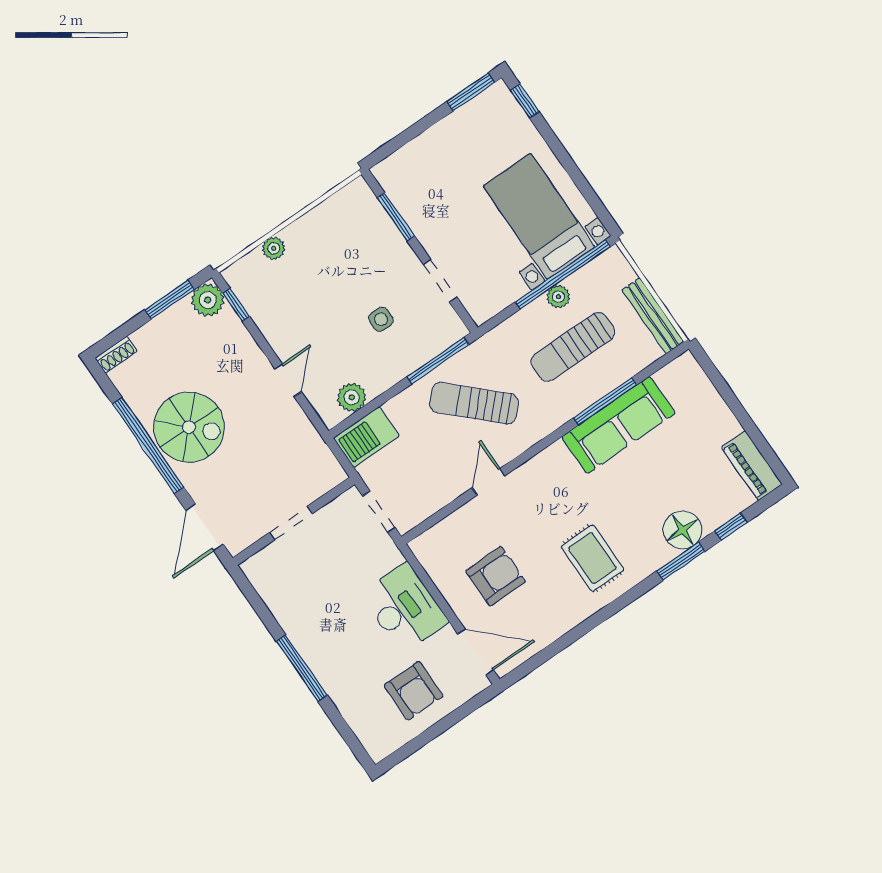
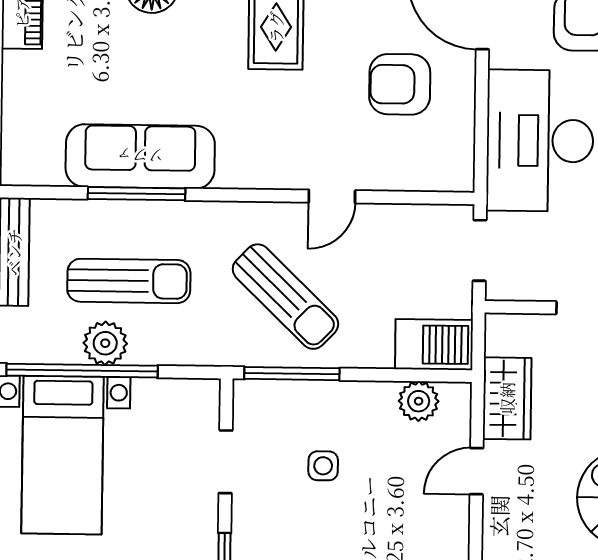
plant: (558, 297) -> (105, 343), width x1.38, depth x1.38
wardrobe: (301, 436) -> (507, 398), added
desk: (404, 608) -> (540, 141), width x1.36, depth x1.30

